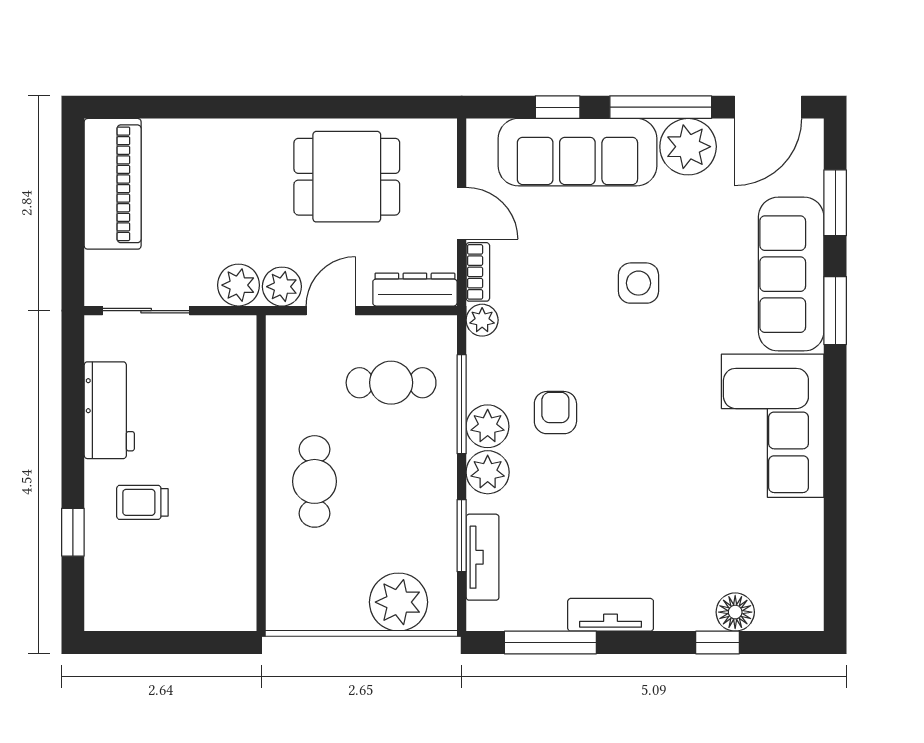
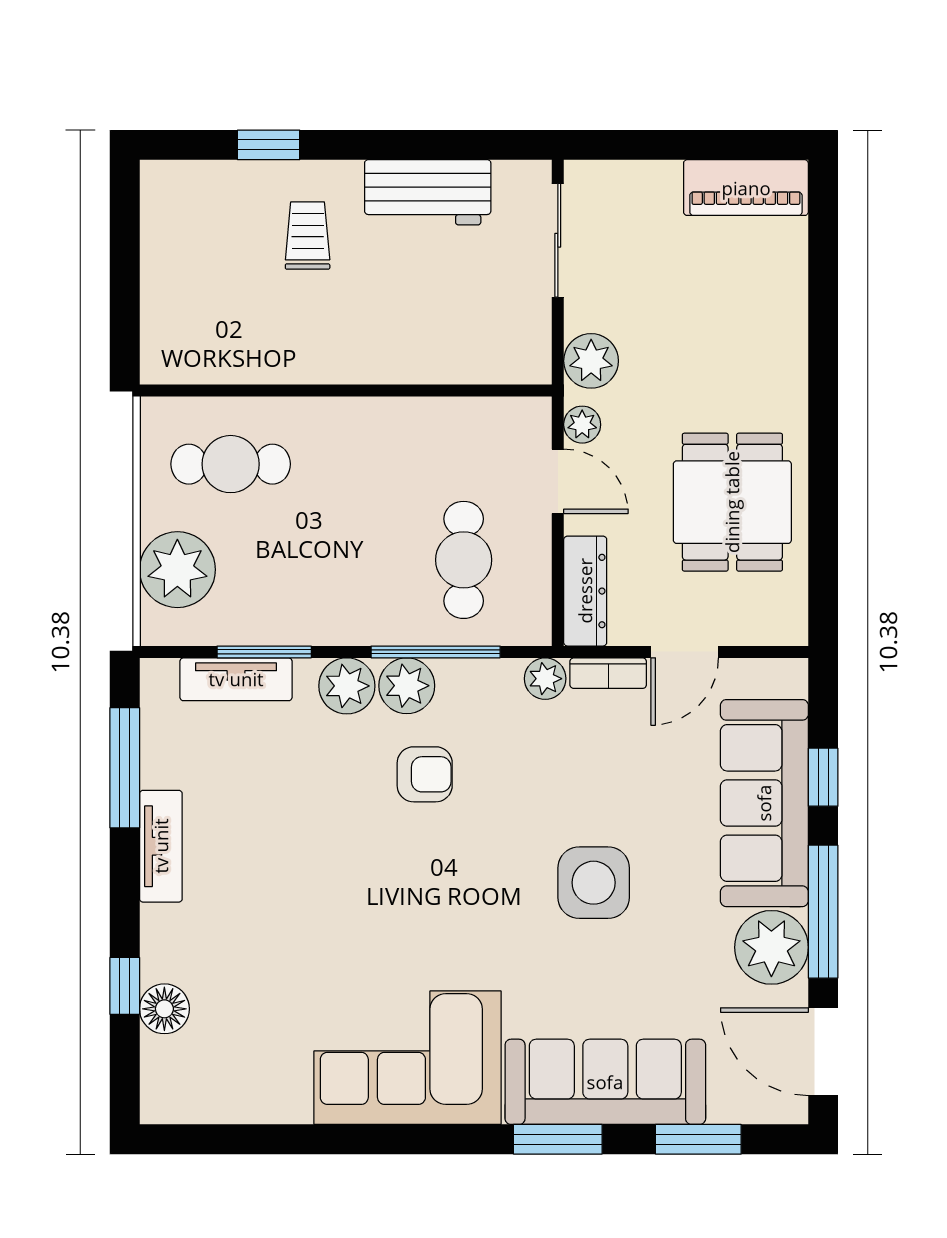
piano: (113, 184) -> (746, 188), width x0.73, depth x0.75
side table: (638, 283) -> (594, 883), width x1.37, depth x1.37
plant: (282, 287) -> (582, 425), width x0.73, depth x0.73
cafe table: (315, 481) -> (231, 464), moved

